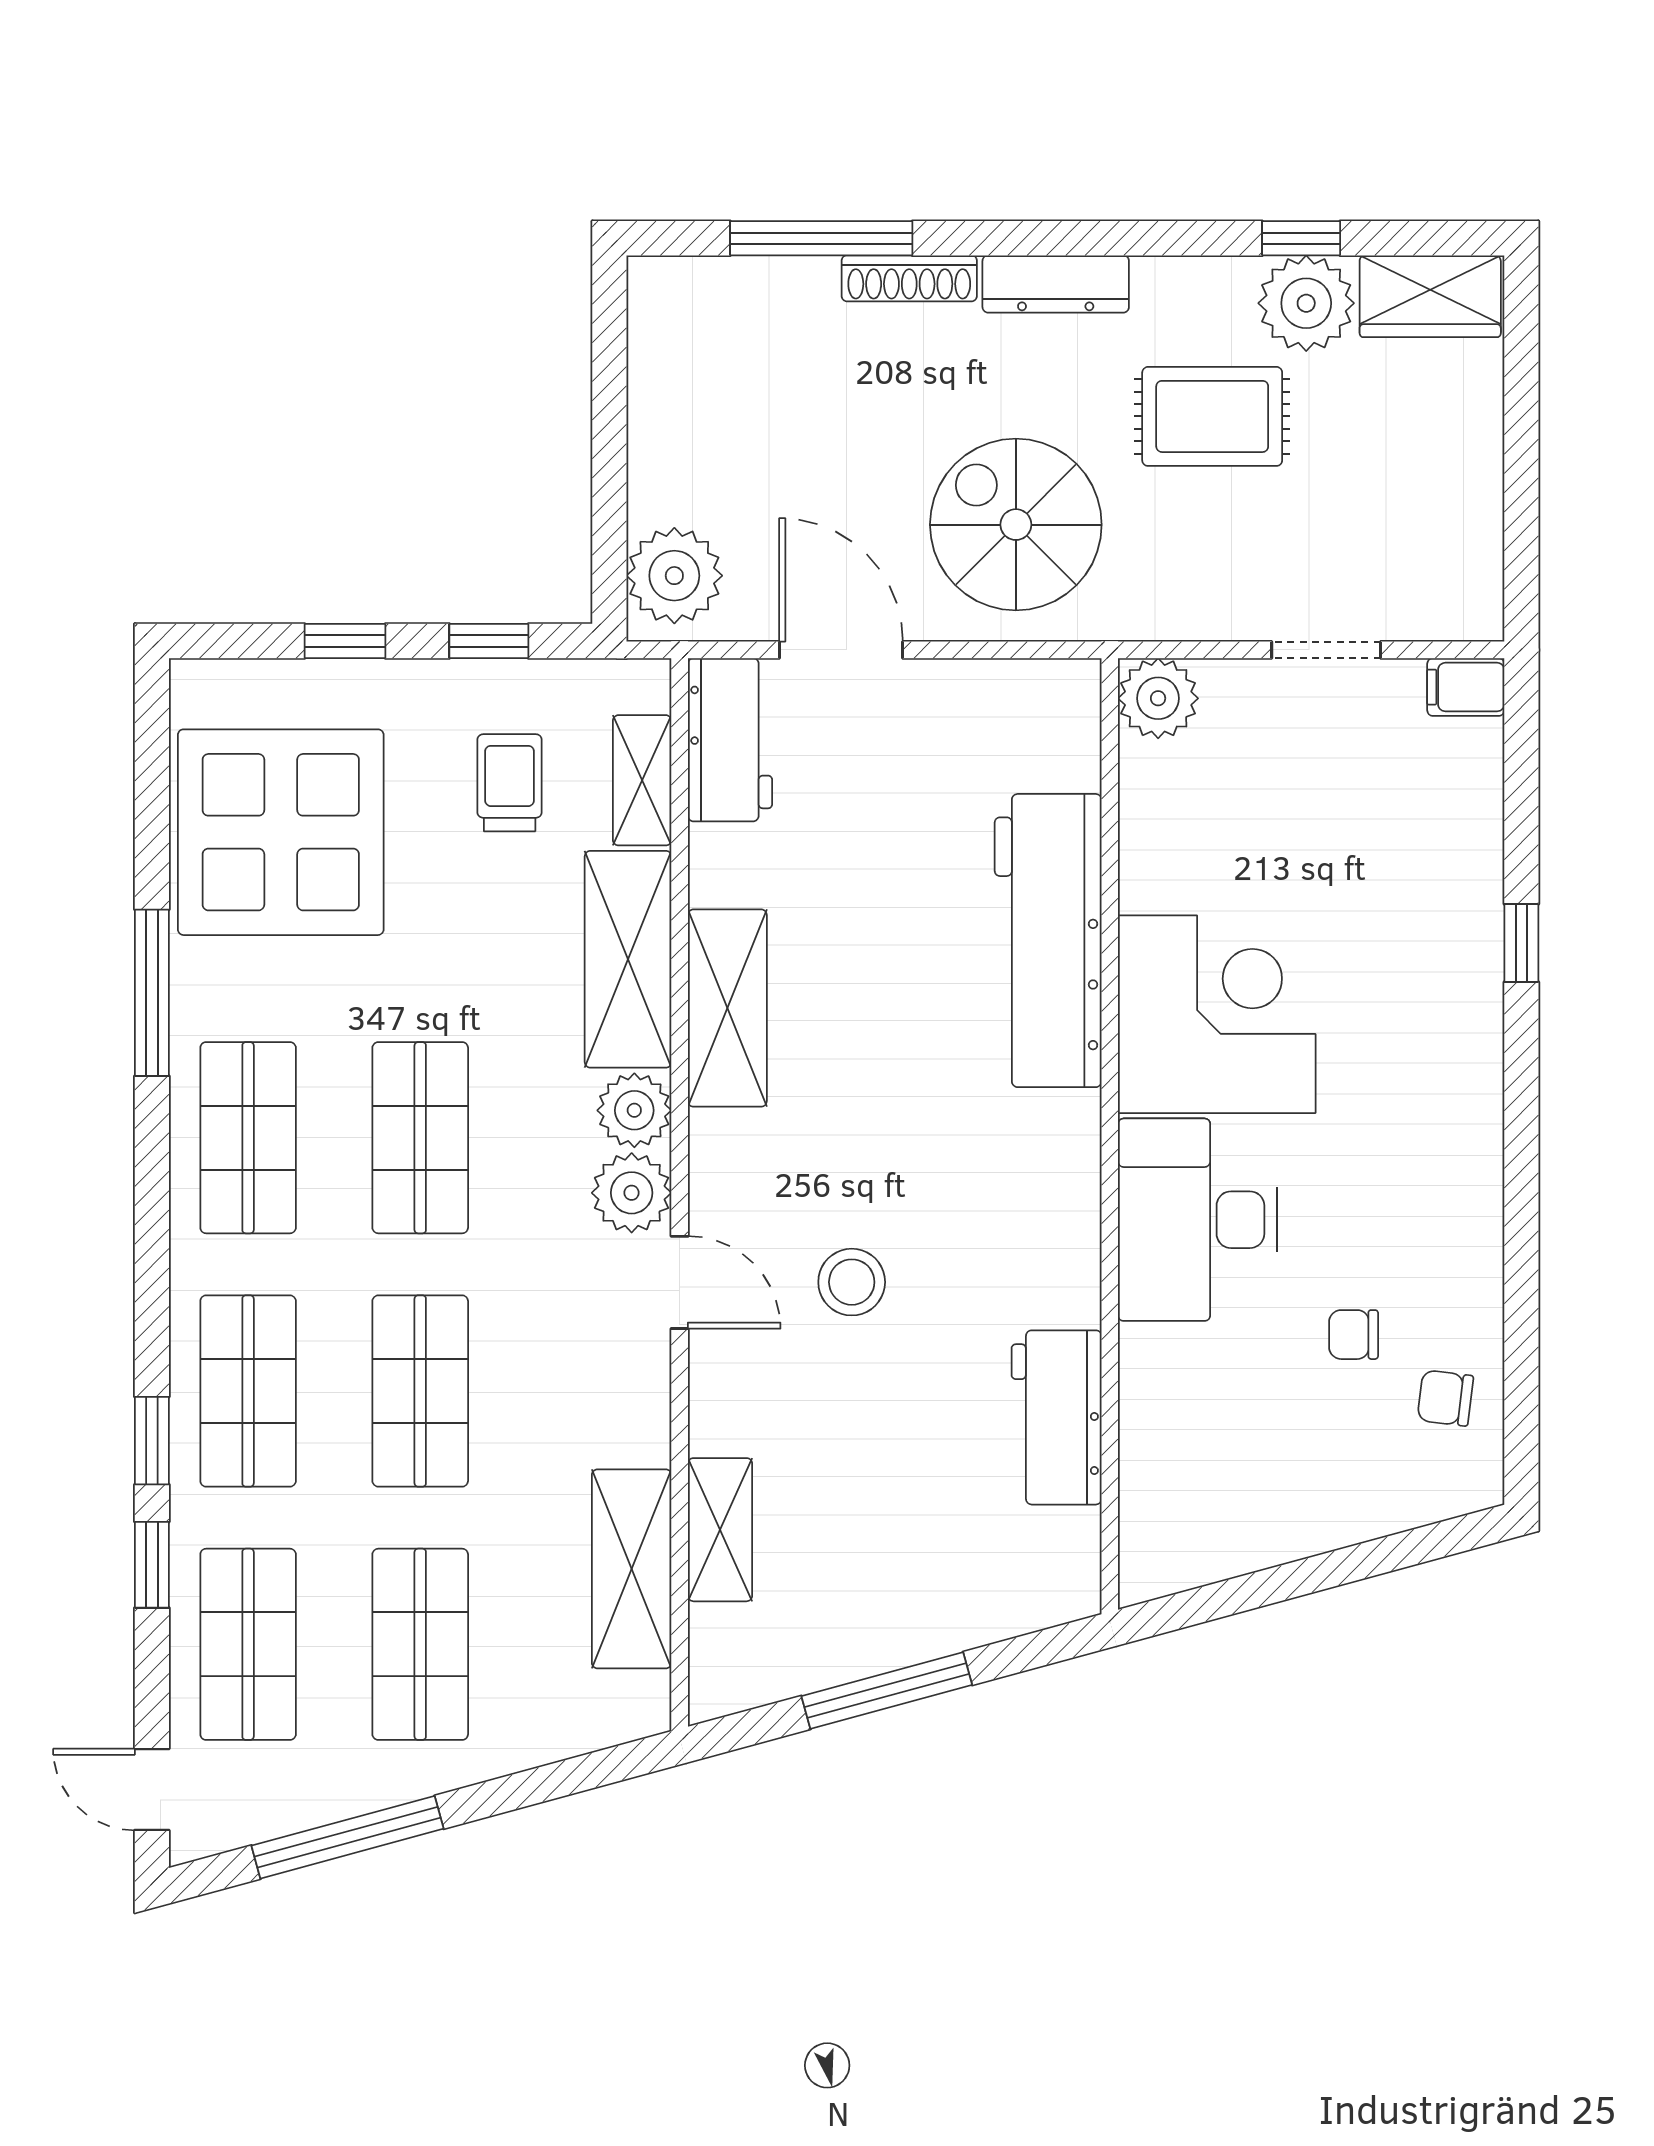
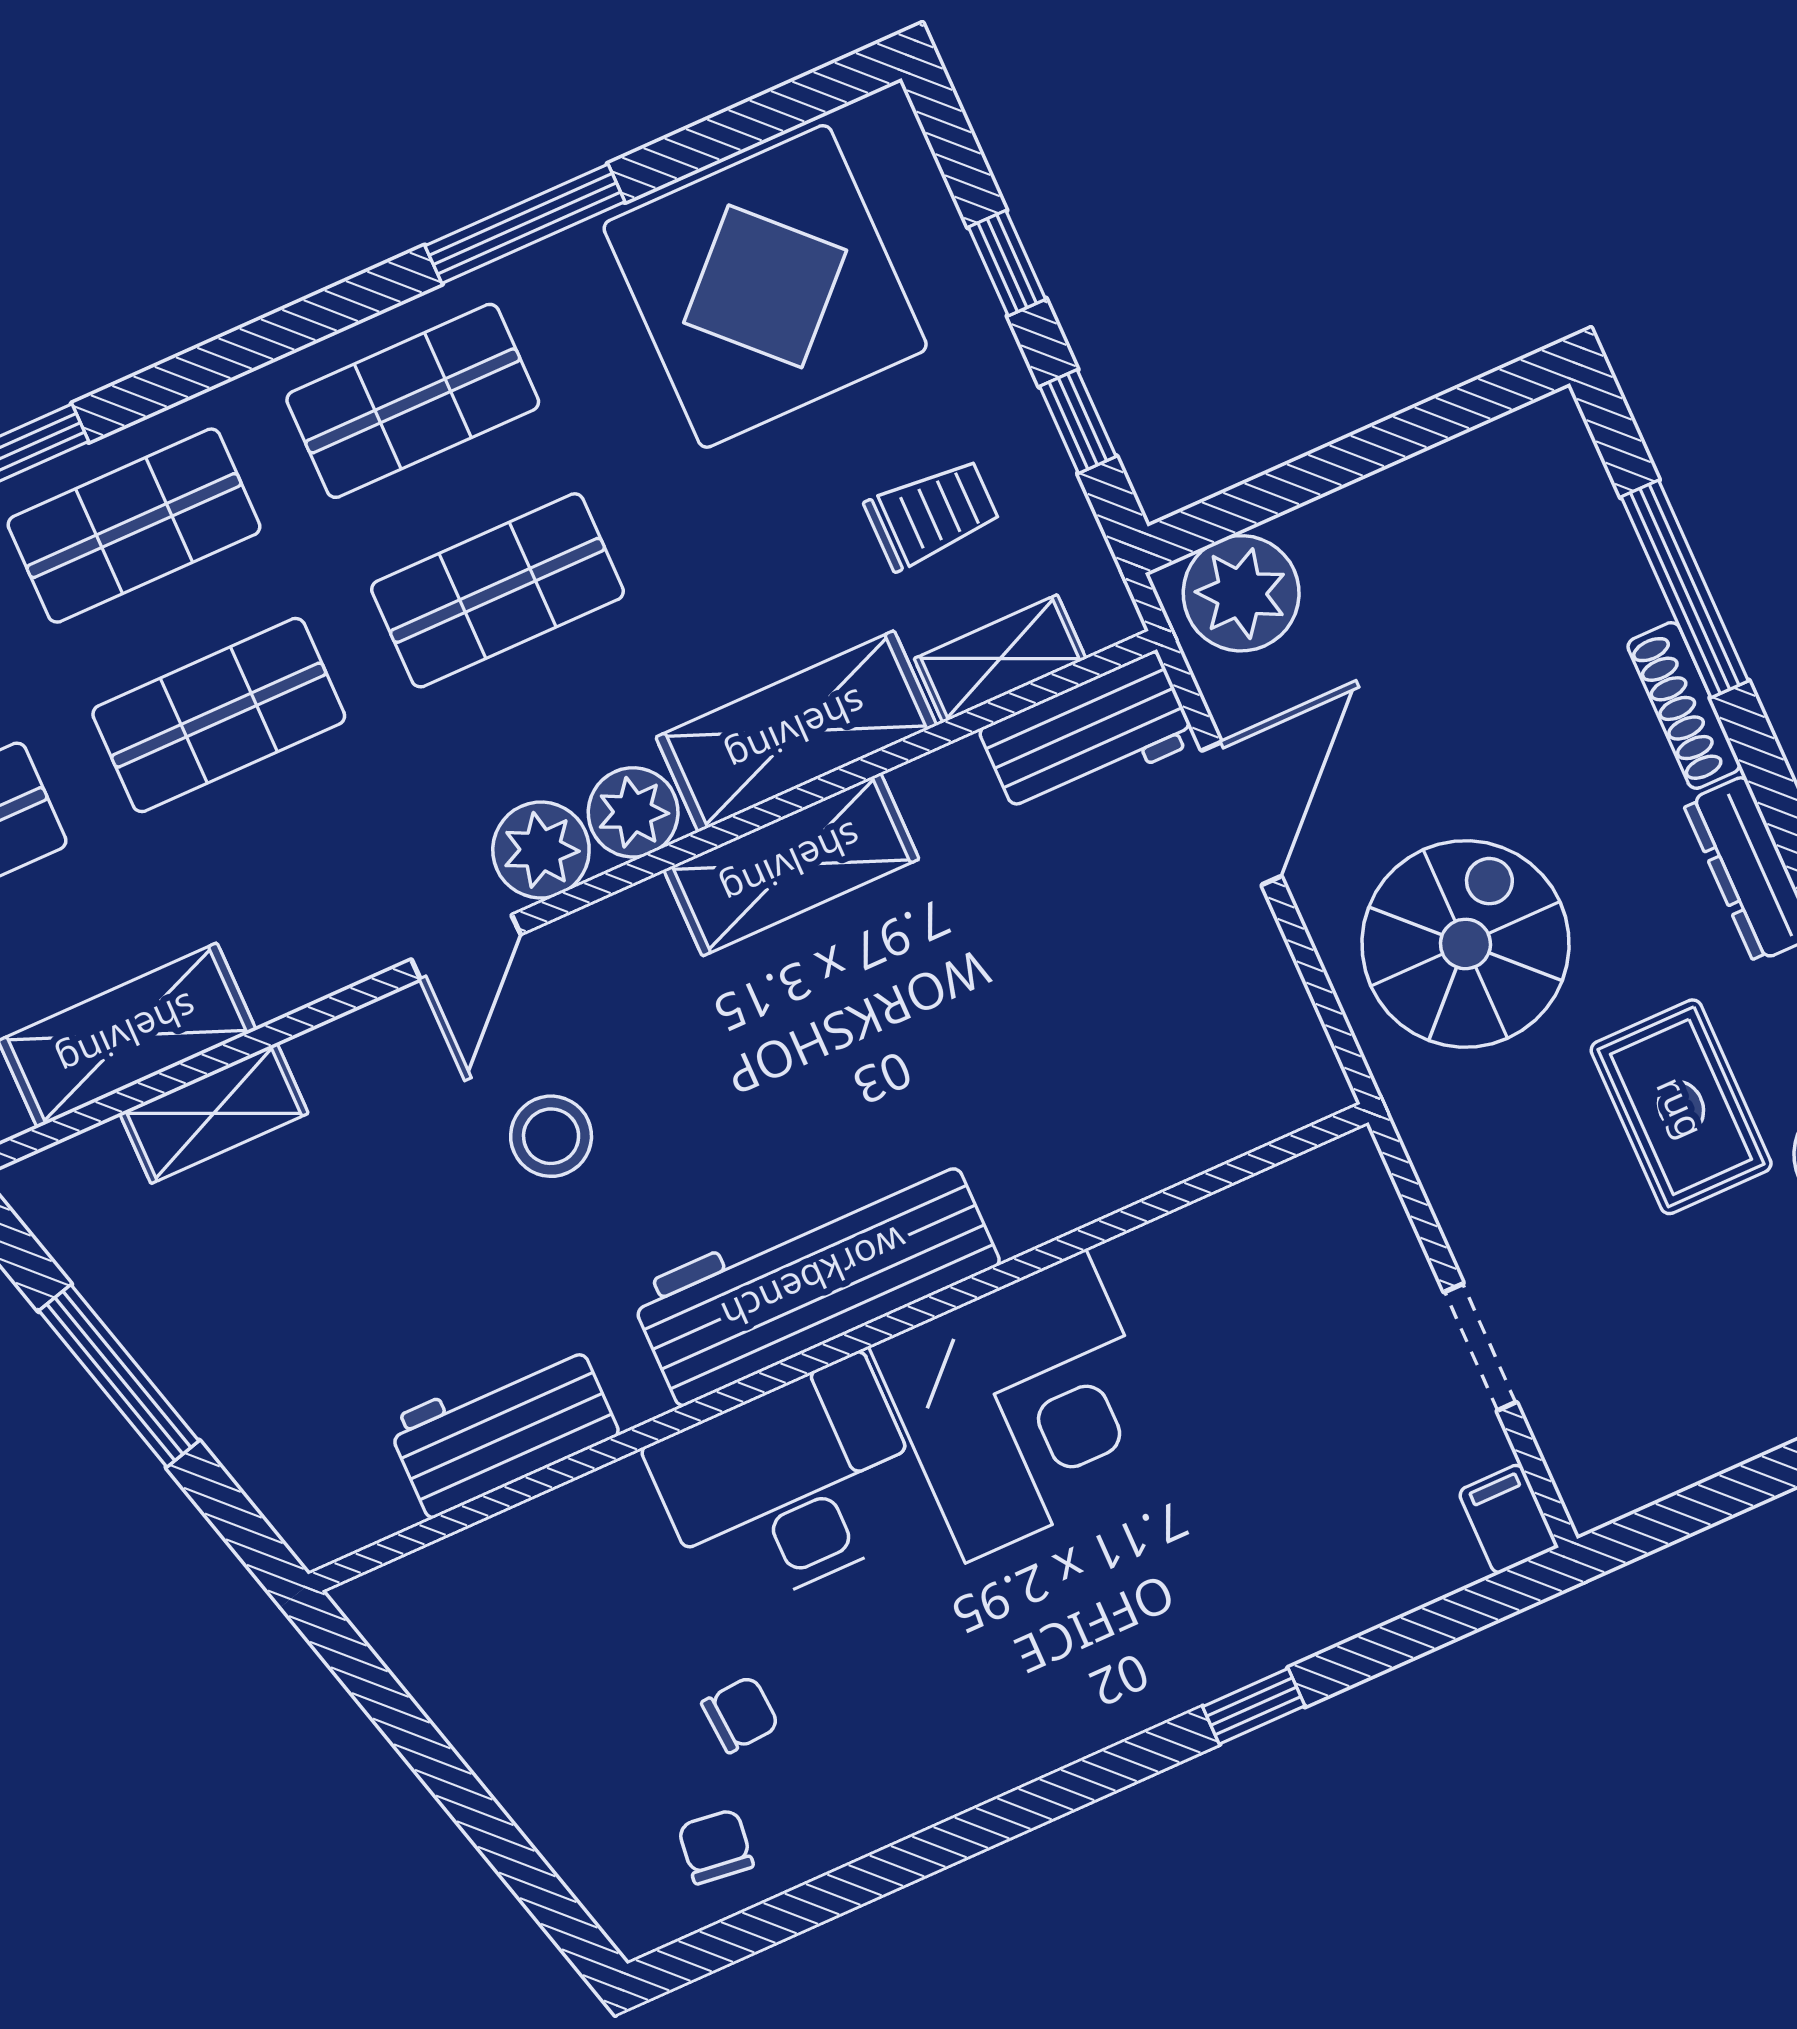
plant: (1158, 698) -> (1344, 1186), removed
workbench: (1048, 941) -> (814, 1278), moved
chair: (1354, 1335) -> (740, 1714), turned 86

